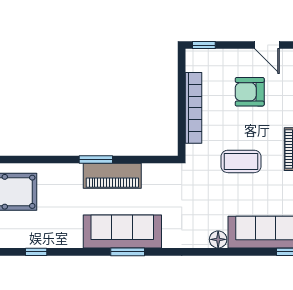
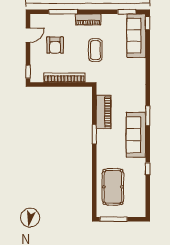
piano: (112, 176) -> (104, 112), moved
sofa: (122, 232) -> (136, 135), moved
floor lamp: (218, 239) -> (141, 63), removed

